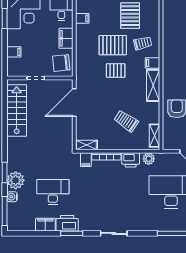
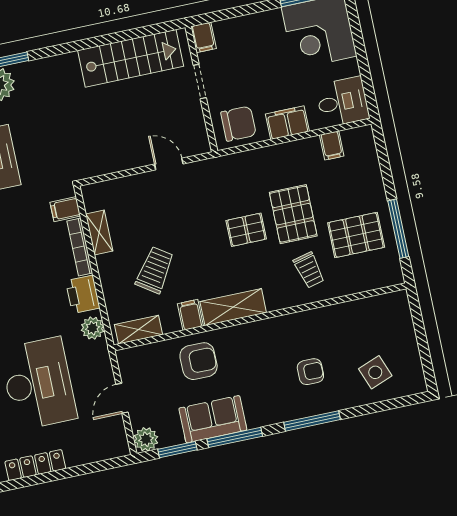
filing cabinet: (14, 52) -> (203, 37), moved
chair: (61, 63) -> (238, 124), turned 96
filing cabinet: (153, 63) -> (190, 315), moved
pallet: (116, 71) -> (246, 230), turned 90
door: (74, 103) -> (169, 164), width x0.53
shelving: (86, 145) -> (99, 233), moved

